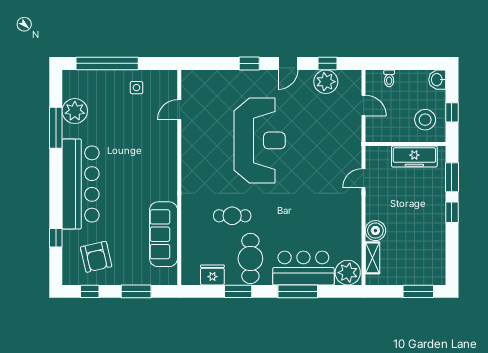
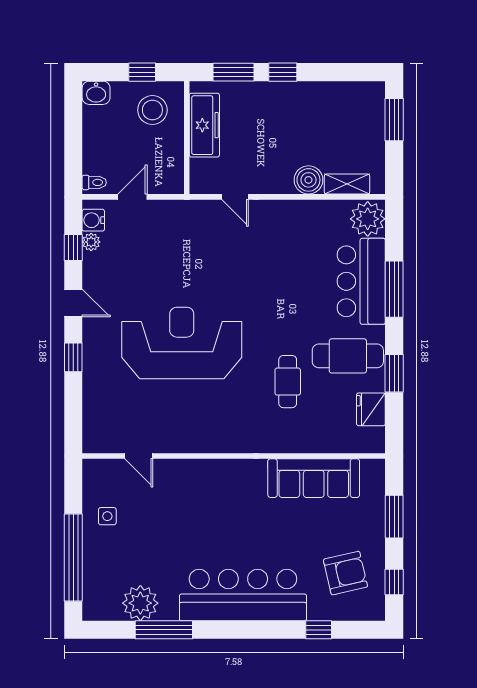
water cooler: (347, 78) -> (93, 220), added
toilet: (389, 78) -> (94, 182), moved
plant: (326, 82) -> (91, 242), width x0.53, depth x0.53

